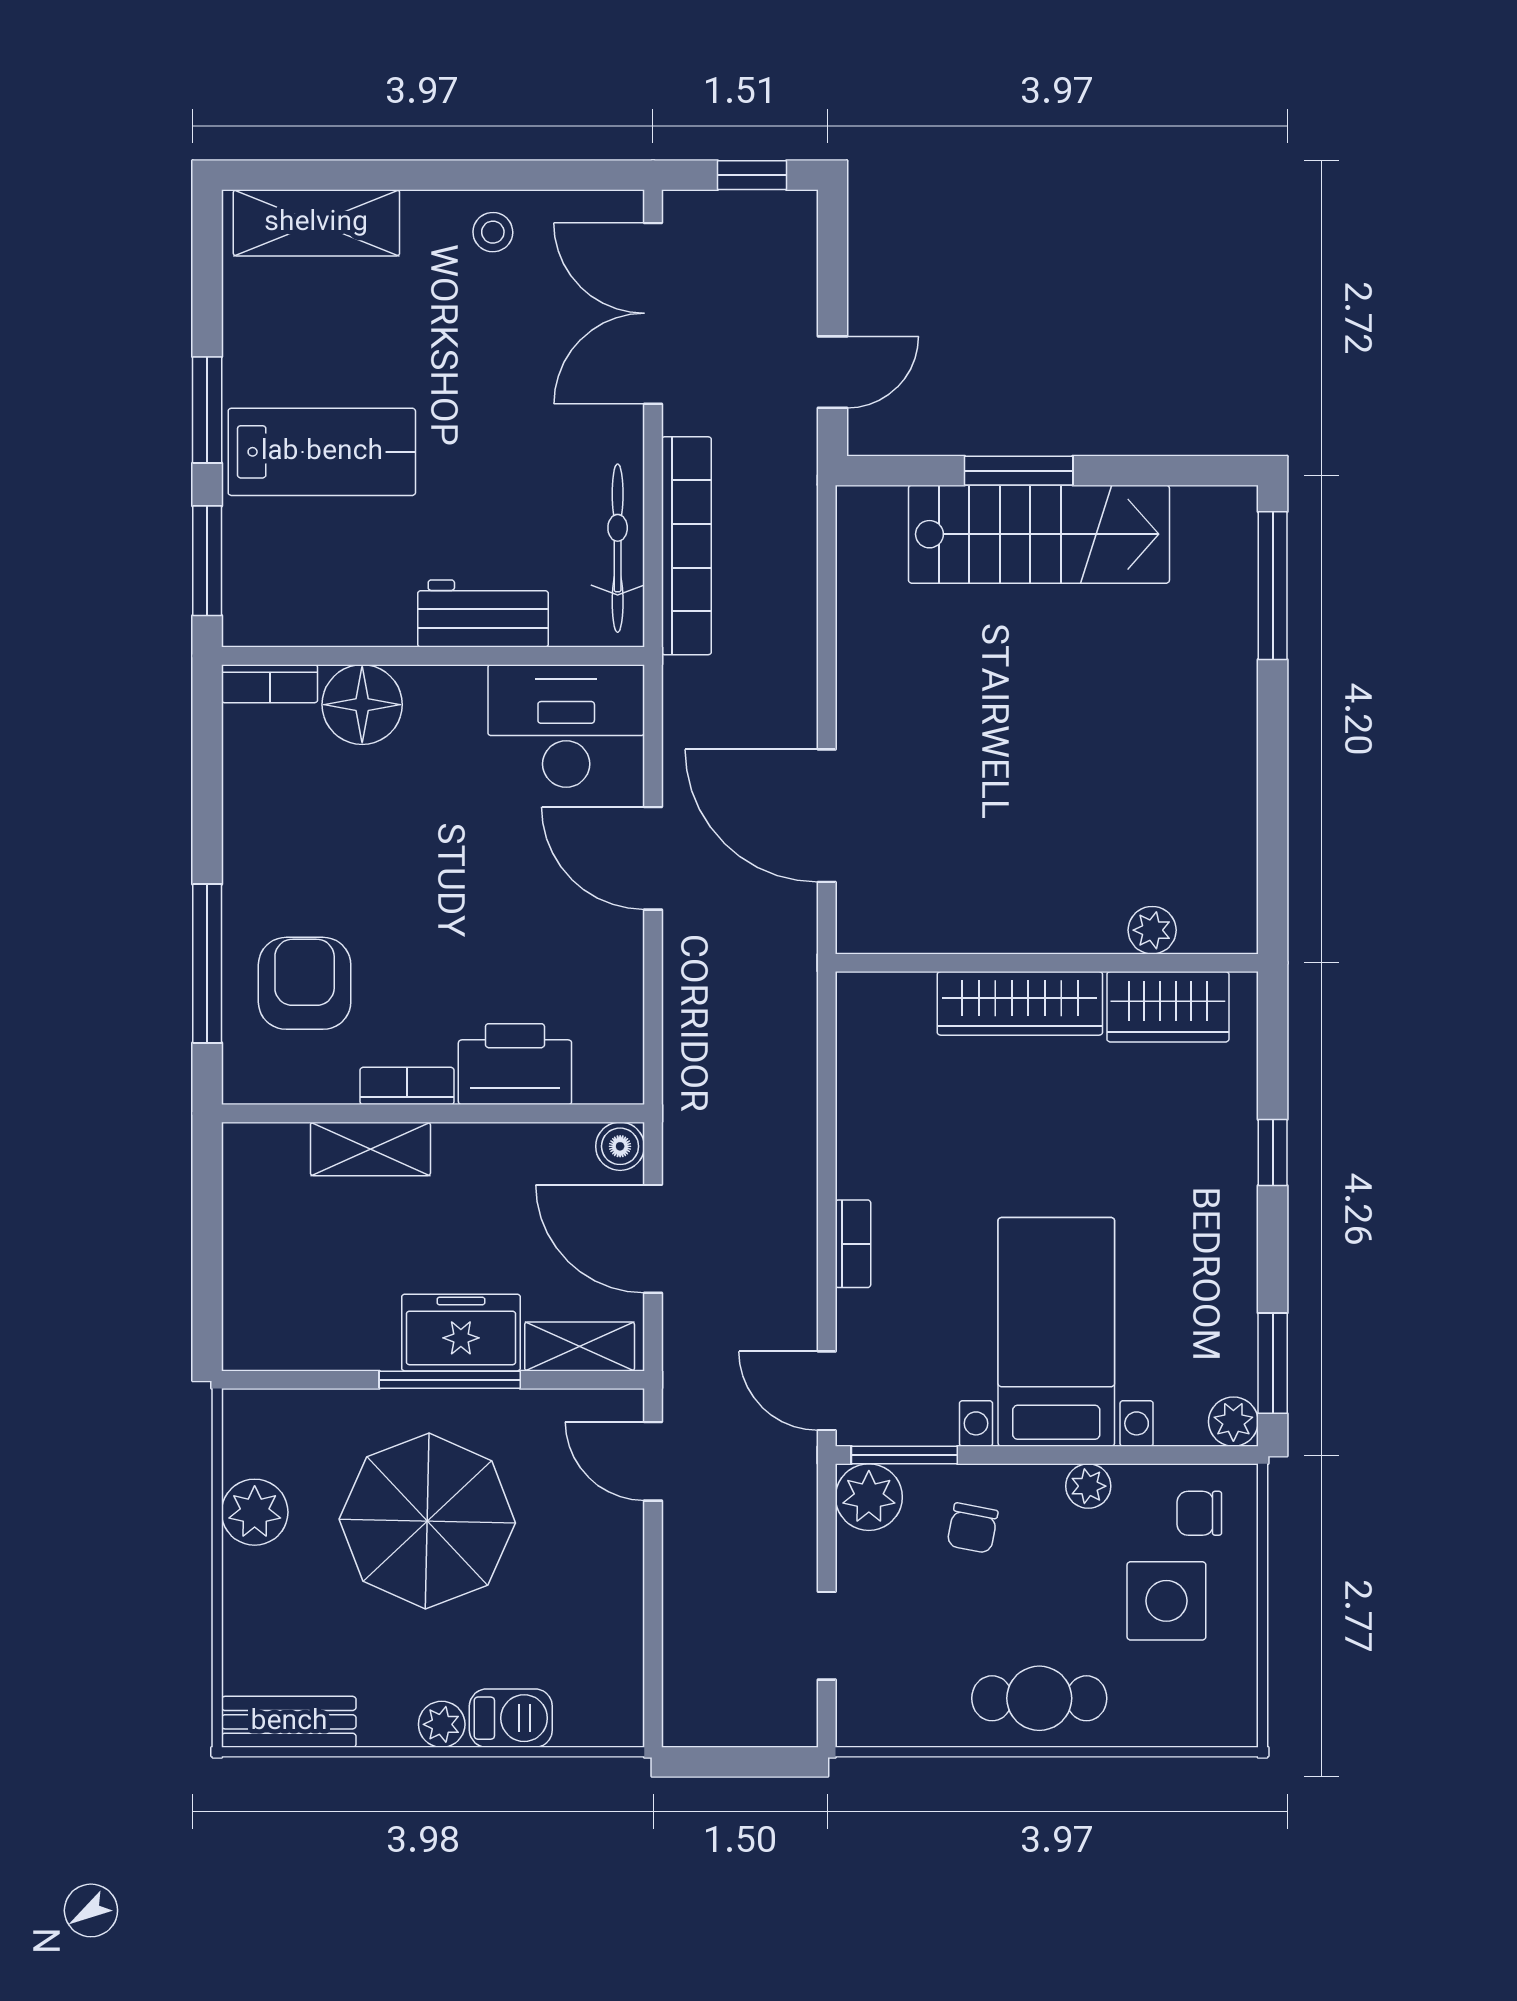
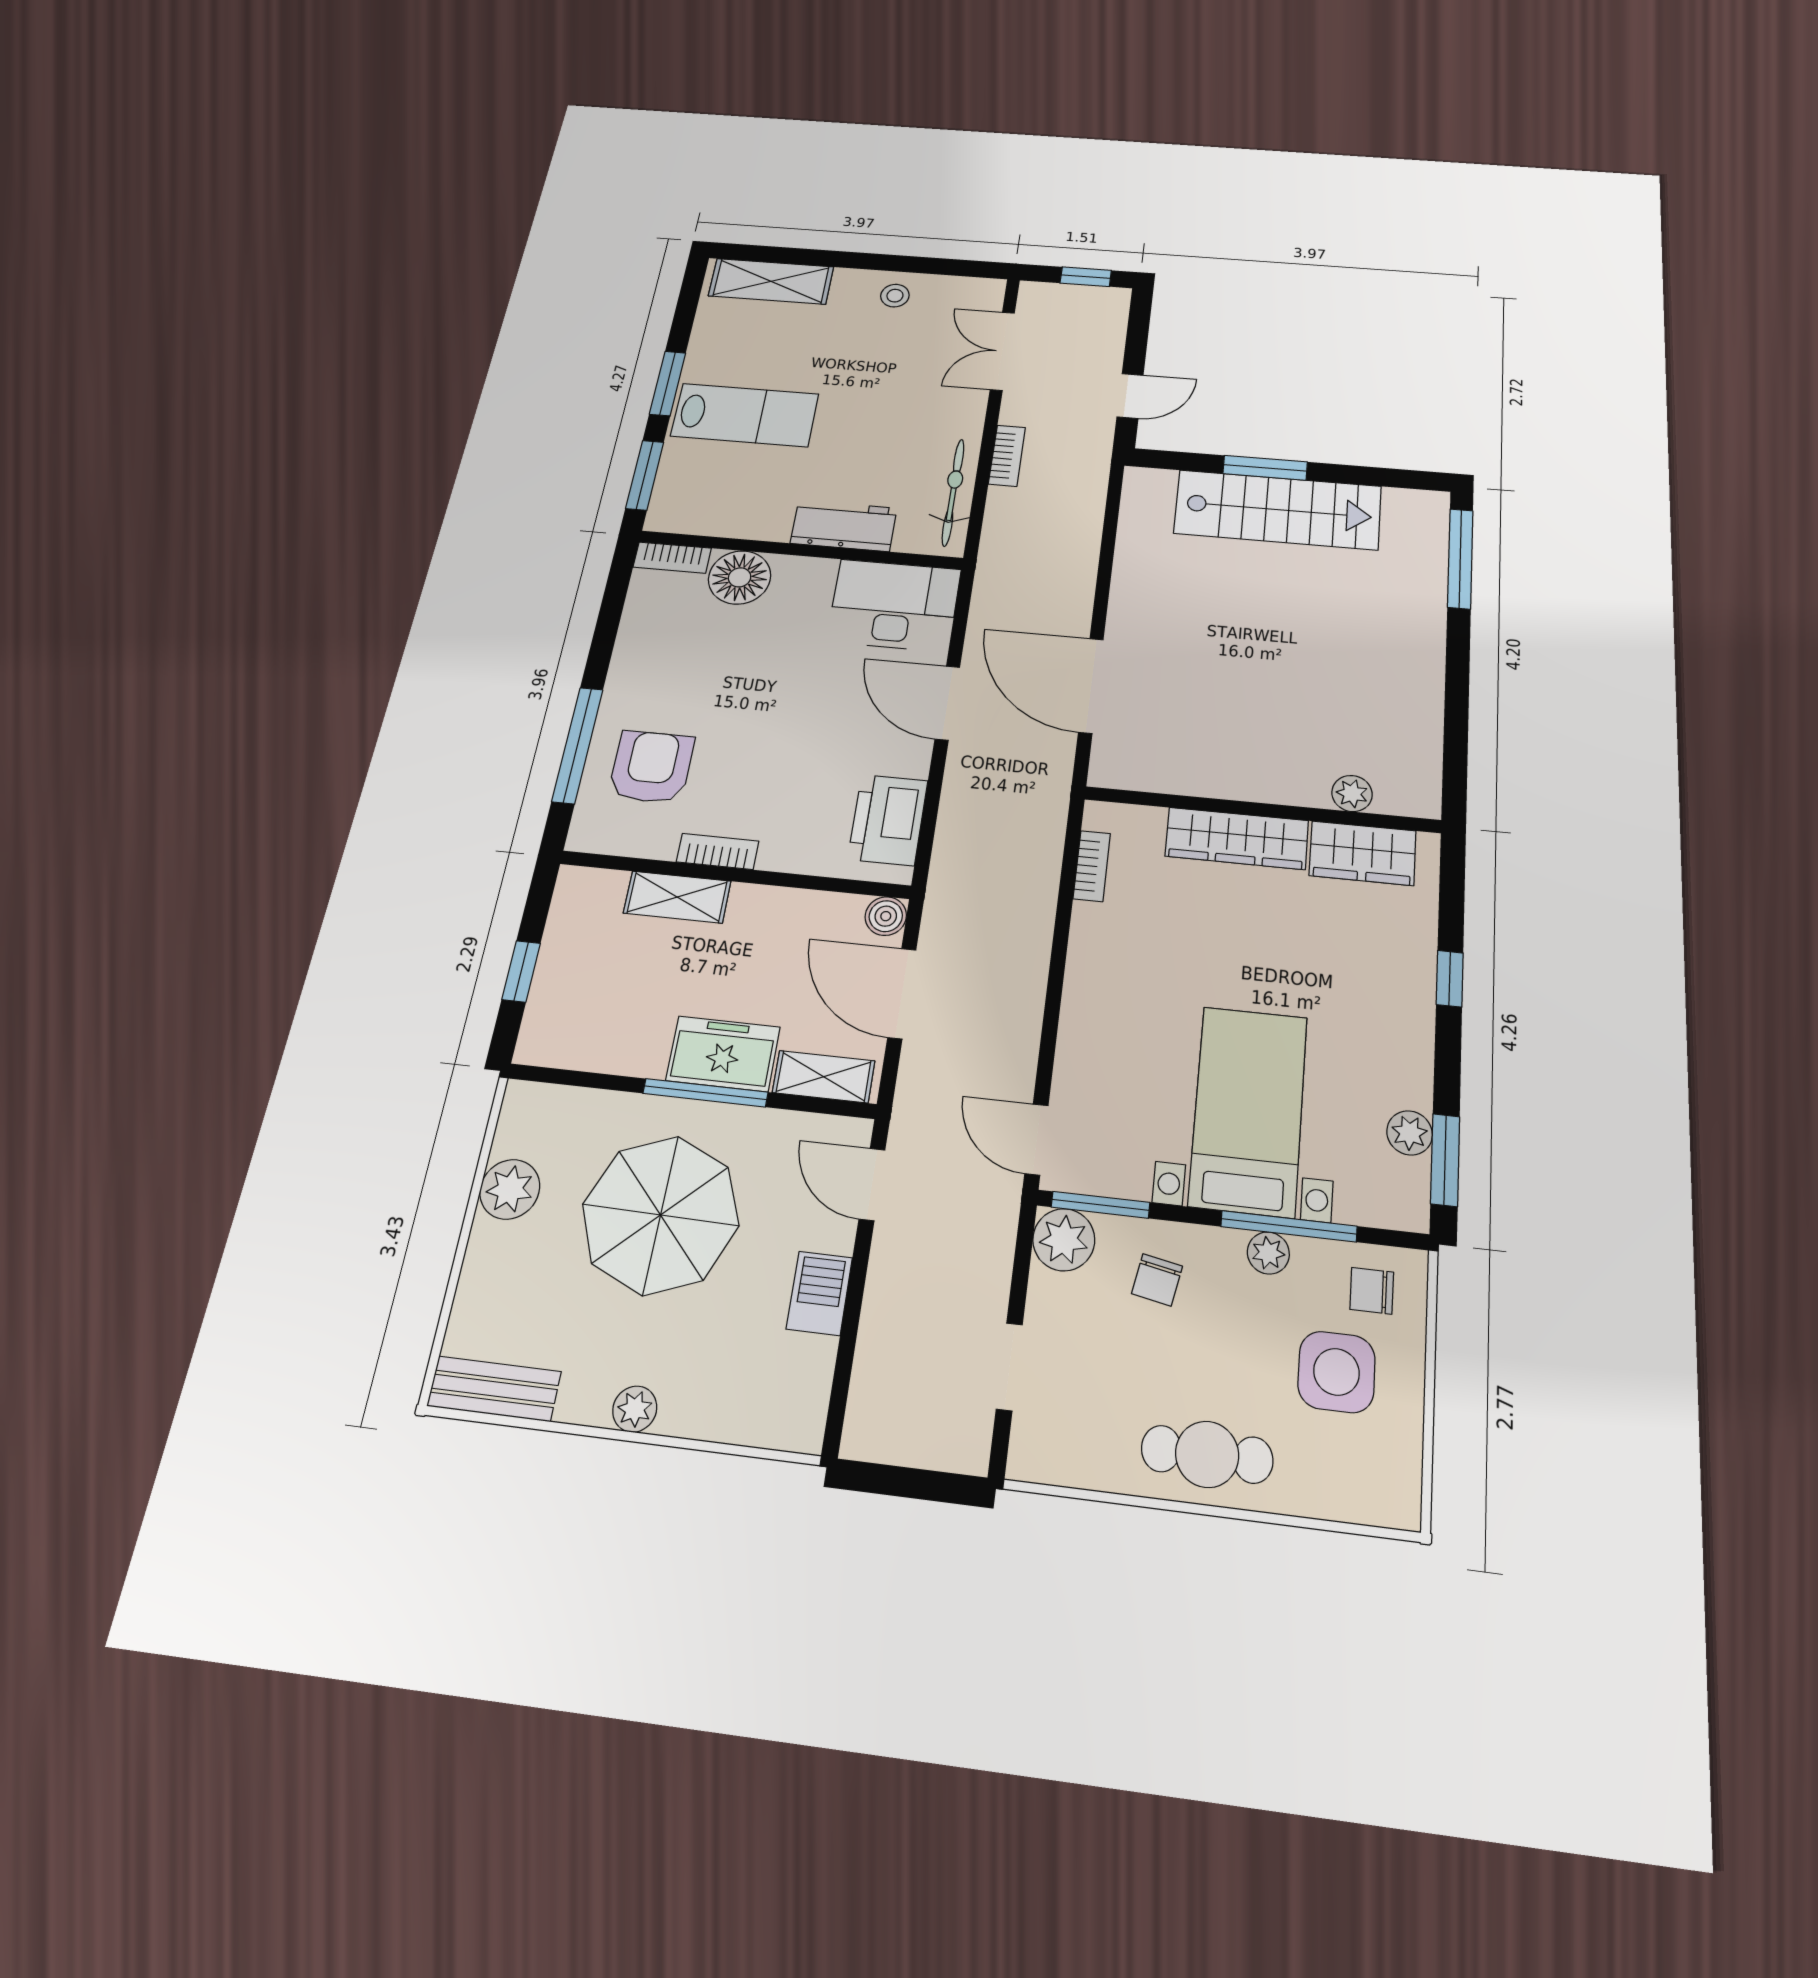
double door: (653, 313) -> (1002, 351), width x0.73
bookcase: (686, 546) -> (1007, 456), width x0.43, depth x0.76
printer: (515, 1064) -> (888, 820), moved, turned -90
bookcase: (853, 1244) -> (1092, 866), moved
window: (207, 1261) -> (521, 971), added
plant: (1233, 1422) -> (1410, 1133), moved
window: (1108, 1455) -> (1289, 1226), added
barbecue: (511, 1718) -> (819, 1293), moved, turned -90

